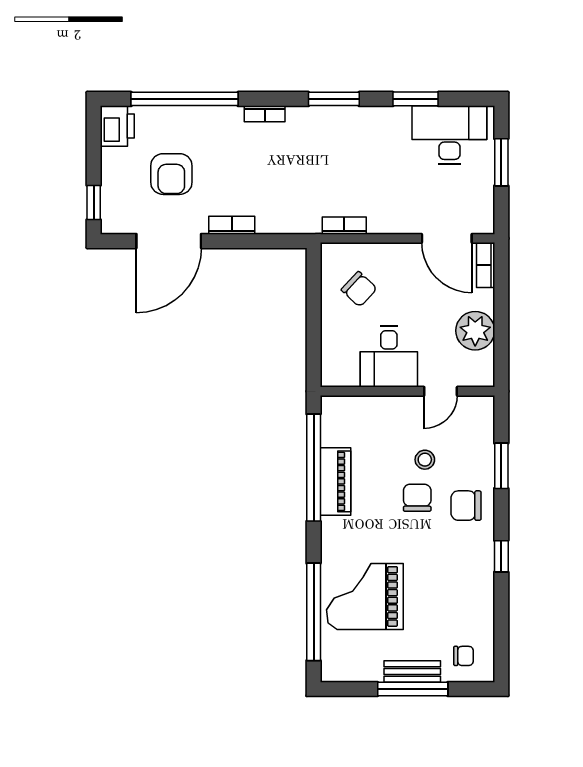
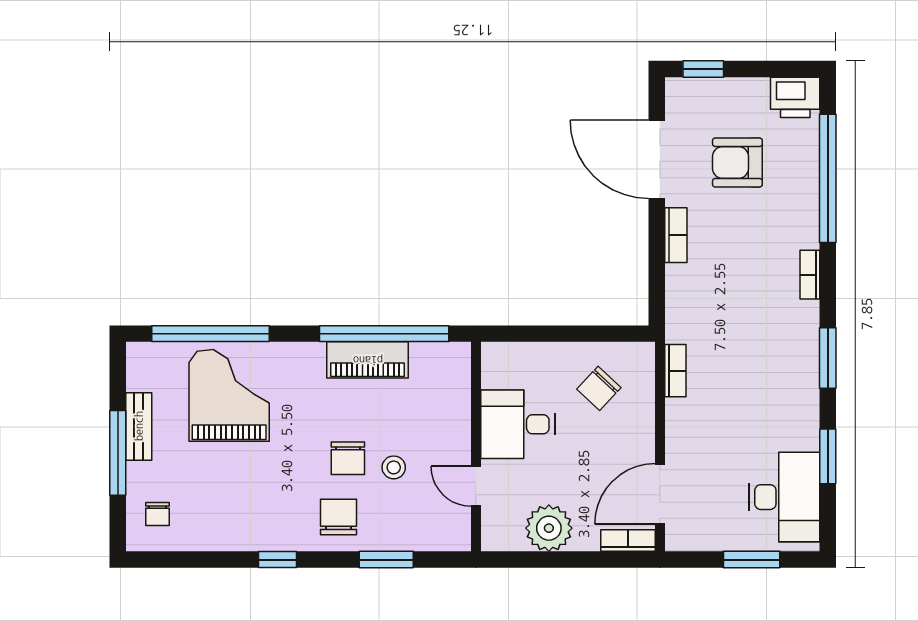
chair: (417, 498) -> (348, 458), turned 90
bench: (412, 672) -> (139, 426), moved

